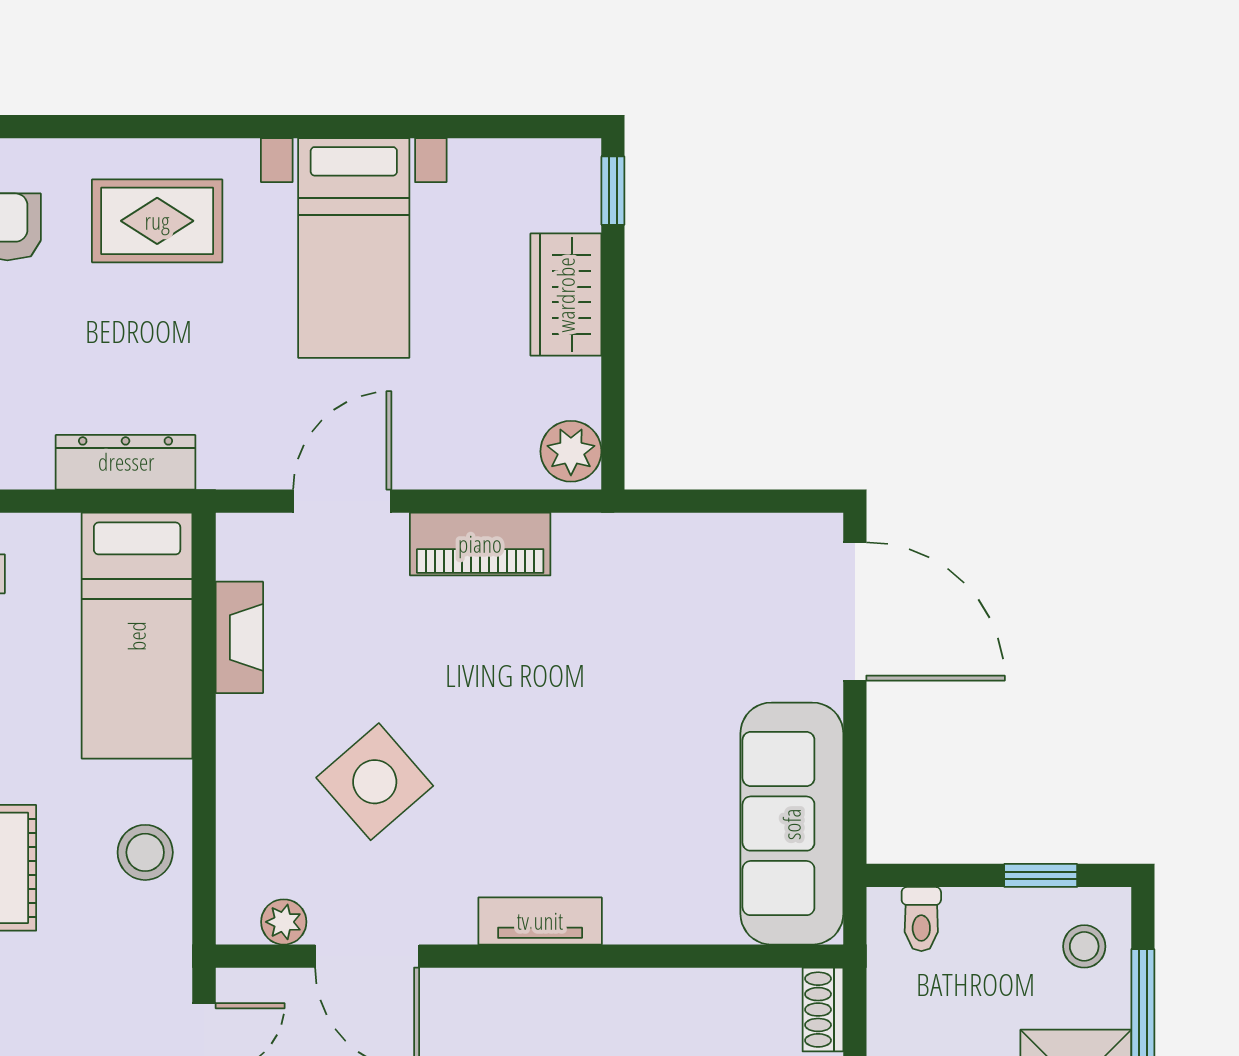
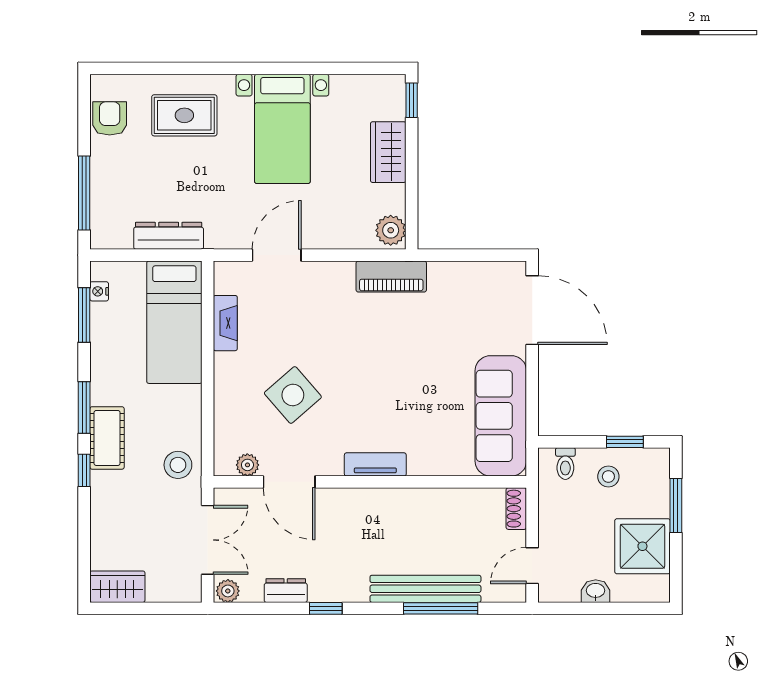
piano: (480, 544) -> (391, 276), moved
stool: (145, 852) -> (178, 465), moved
stool: (1084, 946) -> (608, 477), moved

